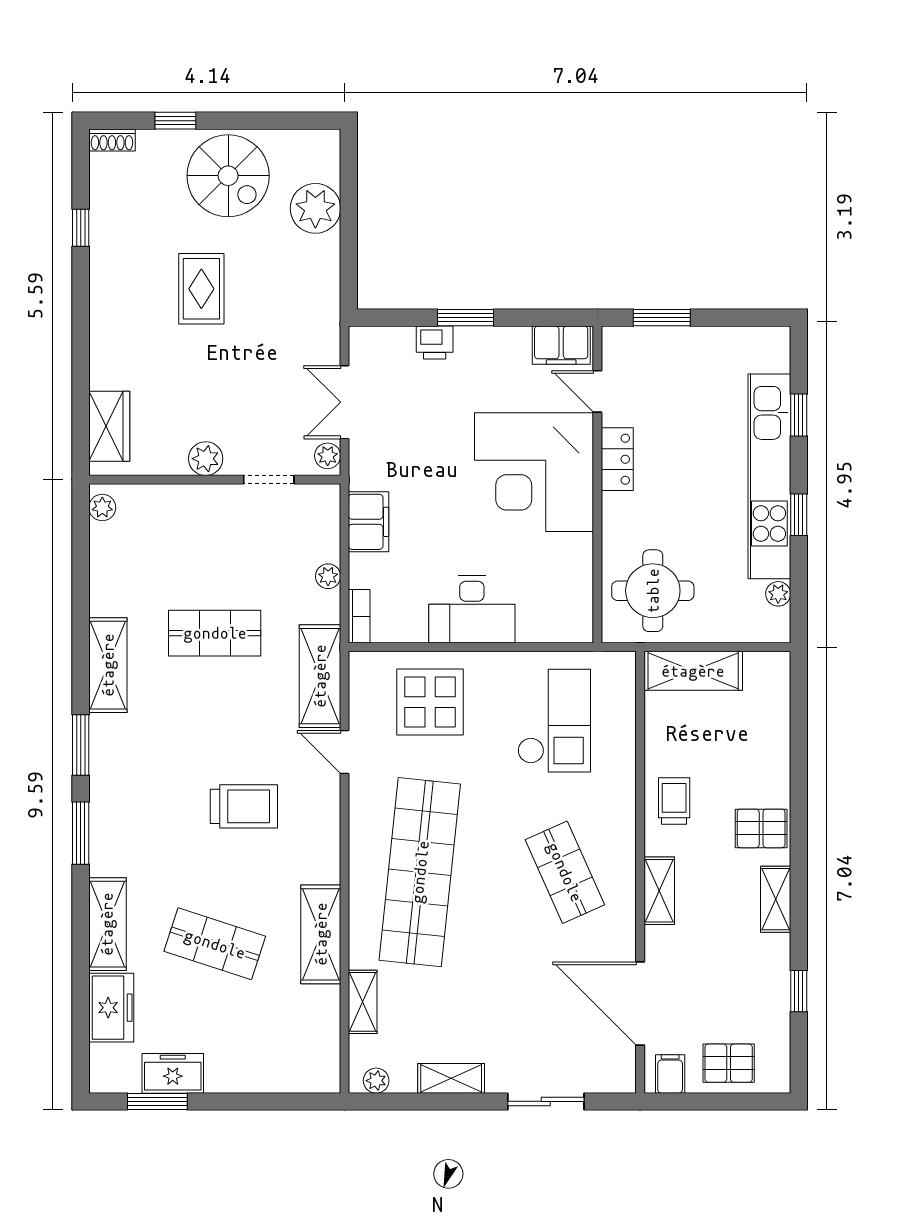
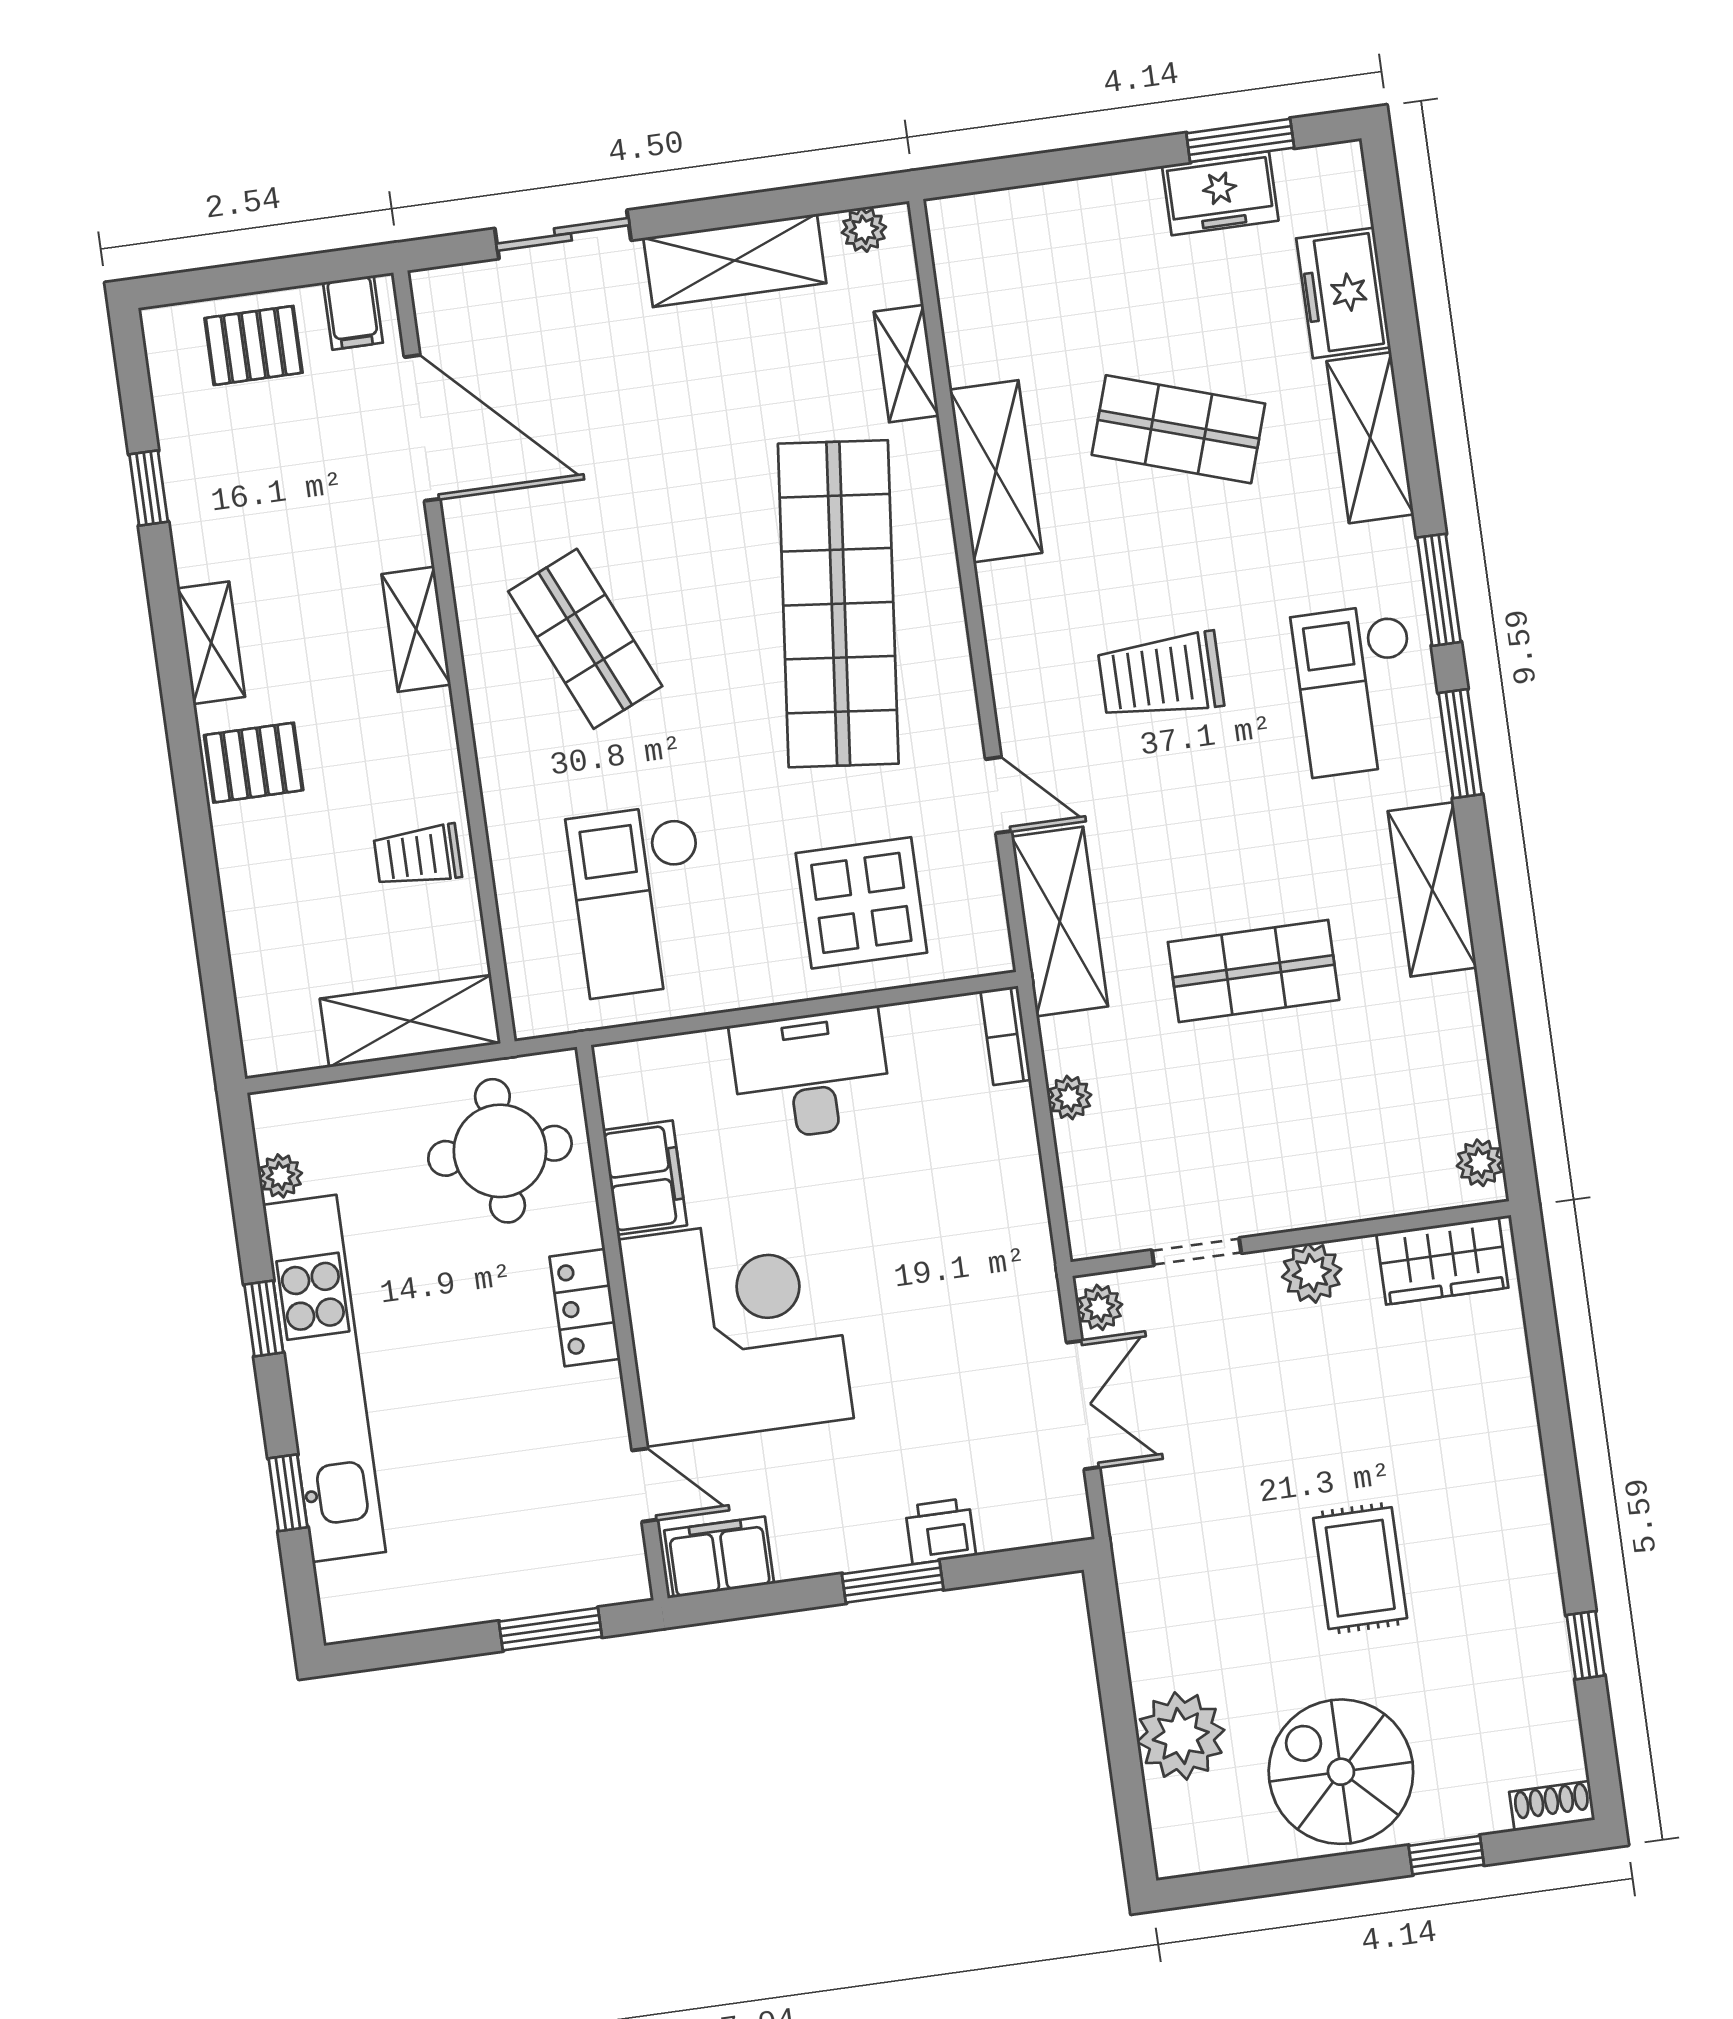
wardrobe: (109, 426) -> (1442, 1261), moved, turned -90
locker: (617, 459) -> (585, 1308), moved
filing cabinet: (368, 522) -> (645, 1178), moved, turned 180
checkout: (134, 783) -> (1358, 690), added
trolley: (674, 801) -> (418, 856), moved, turned 90
shelving: (451, 1078) -> (735, 260), width x1.50, depth x1.33

